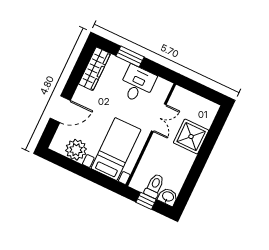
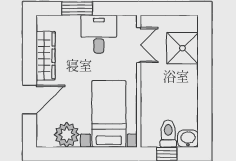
wardrobe: (94, 69) -> (46, 56), moved
double door: (159, 118) -> (139, 45), moved
shower: (191, 137) -> (182, 48), moved

